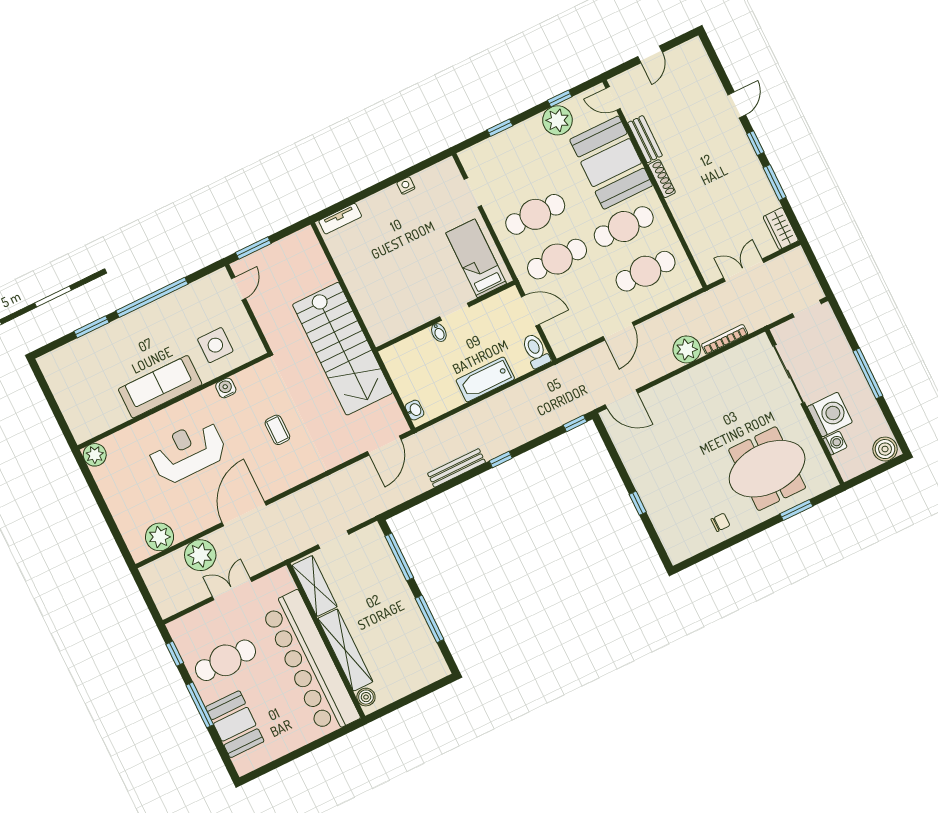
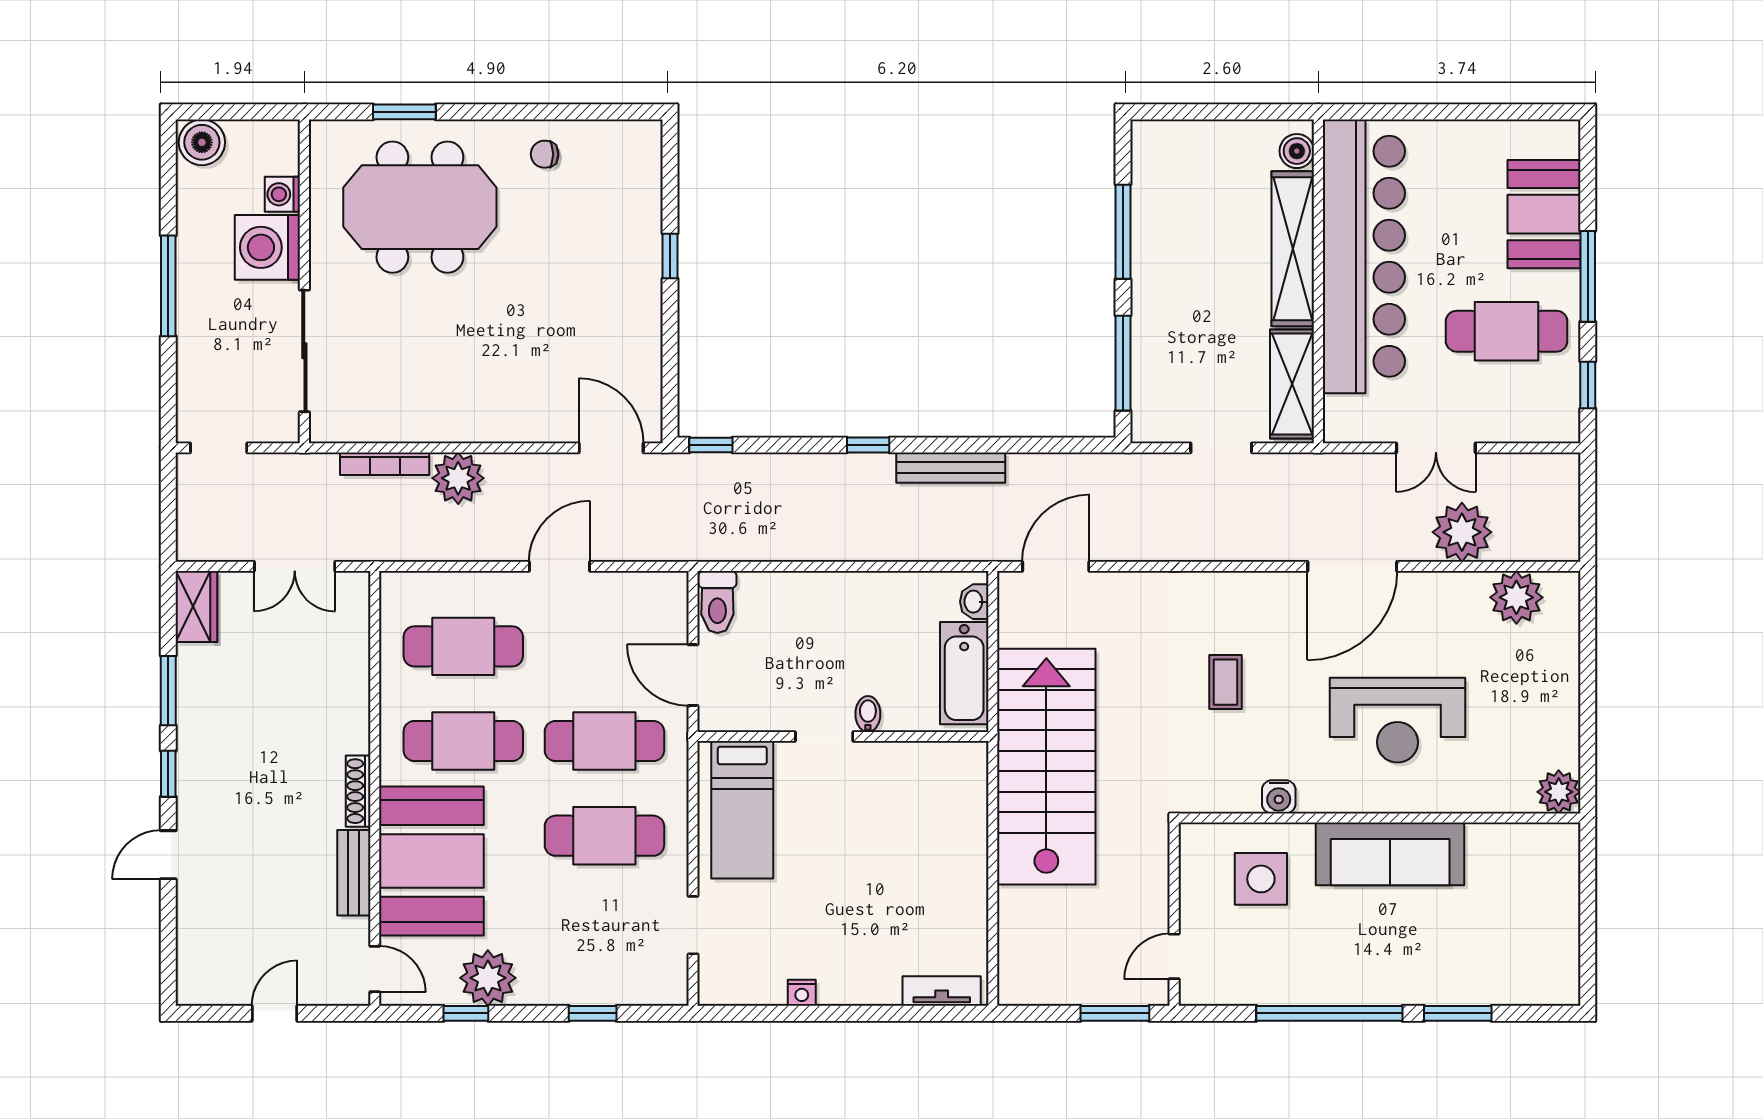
bathtub: (485, 379) -> (964, 673), moved, turned 90

